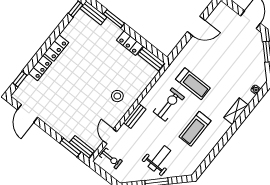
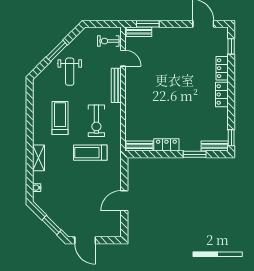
stool: (117, 96) -> (143, 95), removed
bench: (135, 116) -> (116, 85), width x1.36

